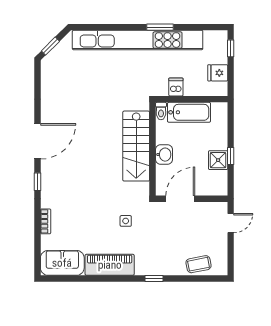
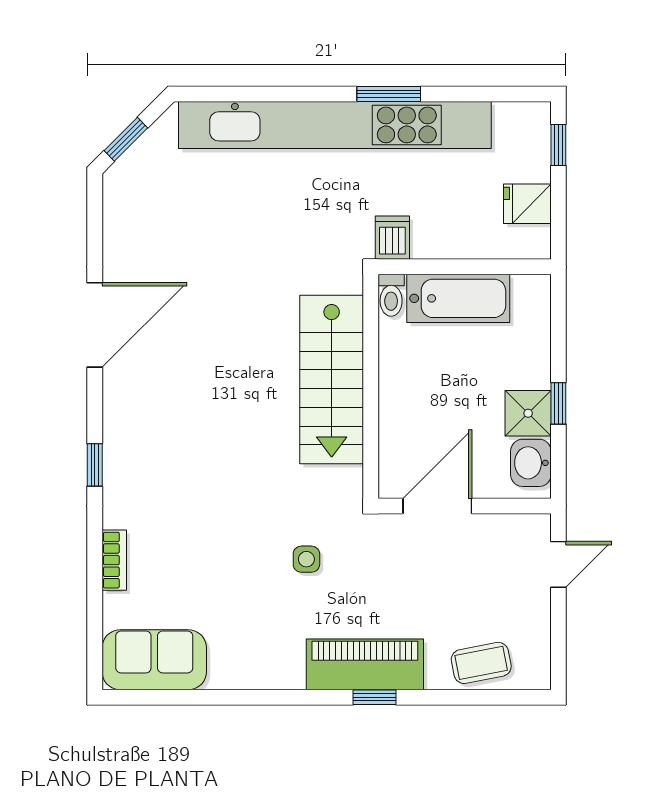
dishwasher: (176, 87) -> (392, 238), moved
door: (38, 141) -> (95, 325), moved
washbasin: (164, 155) -> (531, 463), moved, turned 180
piano: (110, 265) -> (365, 664), moved

